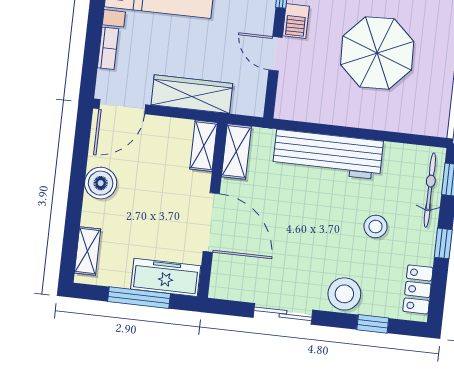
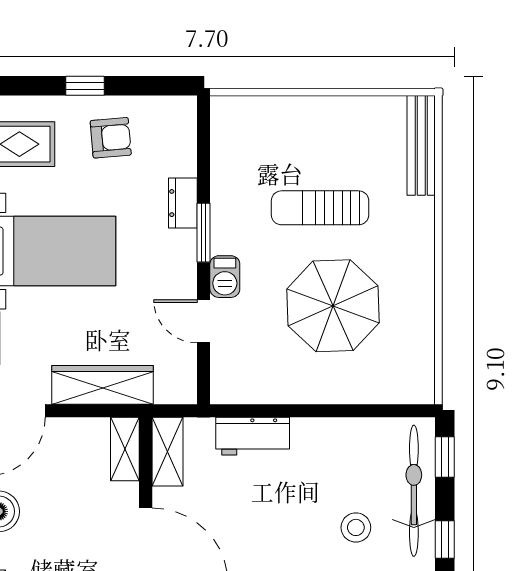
workbench: (328, 154) -> (253, 436), width x0.53, depth x0.76
bicycle: (430, 190) -> (414, 491), width x1.37, depth x1.40

